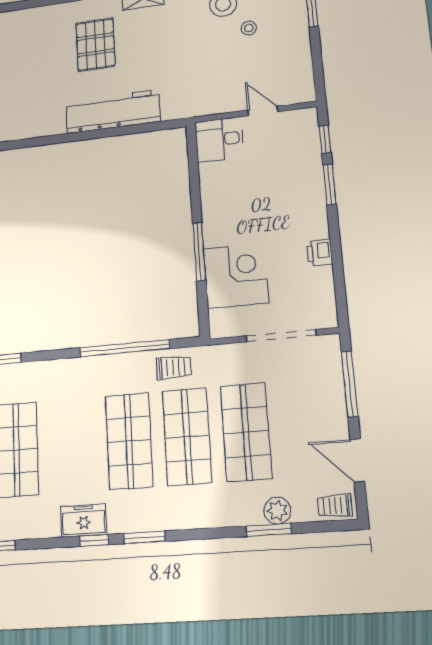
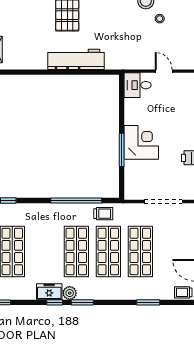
corner desk: (236, 276) -> (141, 142), moved
plant: (277, 511) -> (70, 293), moved

